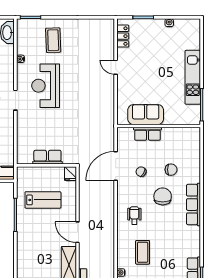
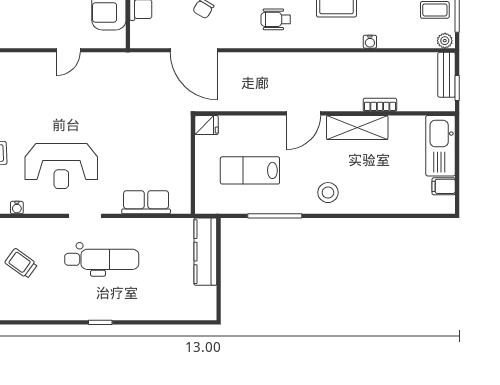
door: (116, 67) -> (68, 50), moved
row of seats: (47, 157) -> (146, 202), moved, turned 90
lab bench: (43, 200) -> (250, 170), turned -90
stool: (30, 247) -> (328, 193), added

